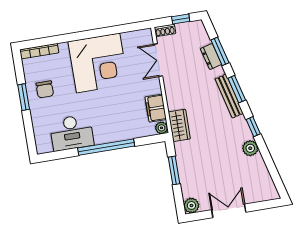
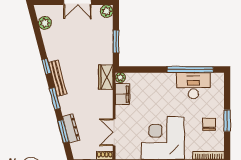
dresser: (211, 56) -> (71, 128), width x1.44
double door: (158, 60) -> (114, 132), swing flipped
bench: (229, 96) -> (58, 78), moved
window: (106, 147) -> (190, 69), moved
plant: (250, 148) -> (45, 23), moved

